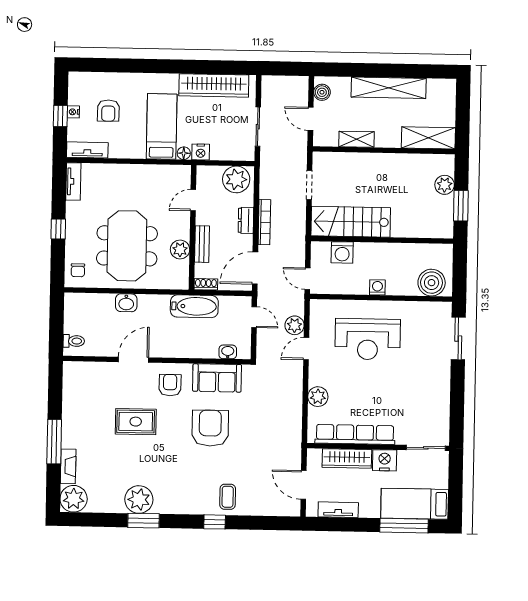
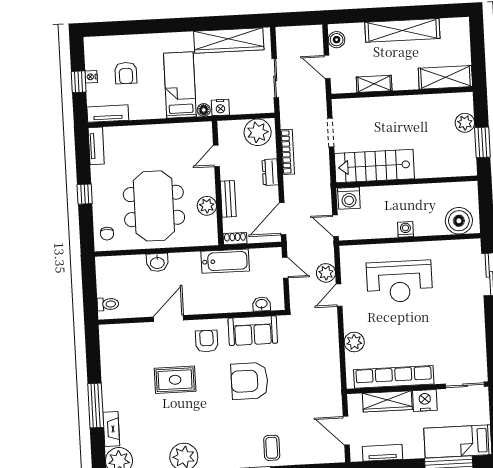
bookcase: (264, 222) -> (288, 152), moved
washing machine: (342, 252) -> (349, 198), moved
armchair: (210, 428) -> (250, 381), turned -90

